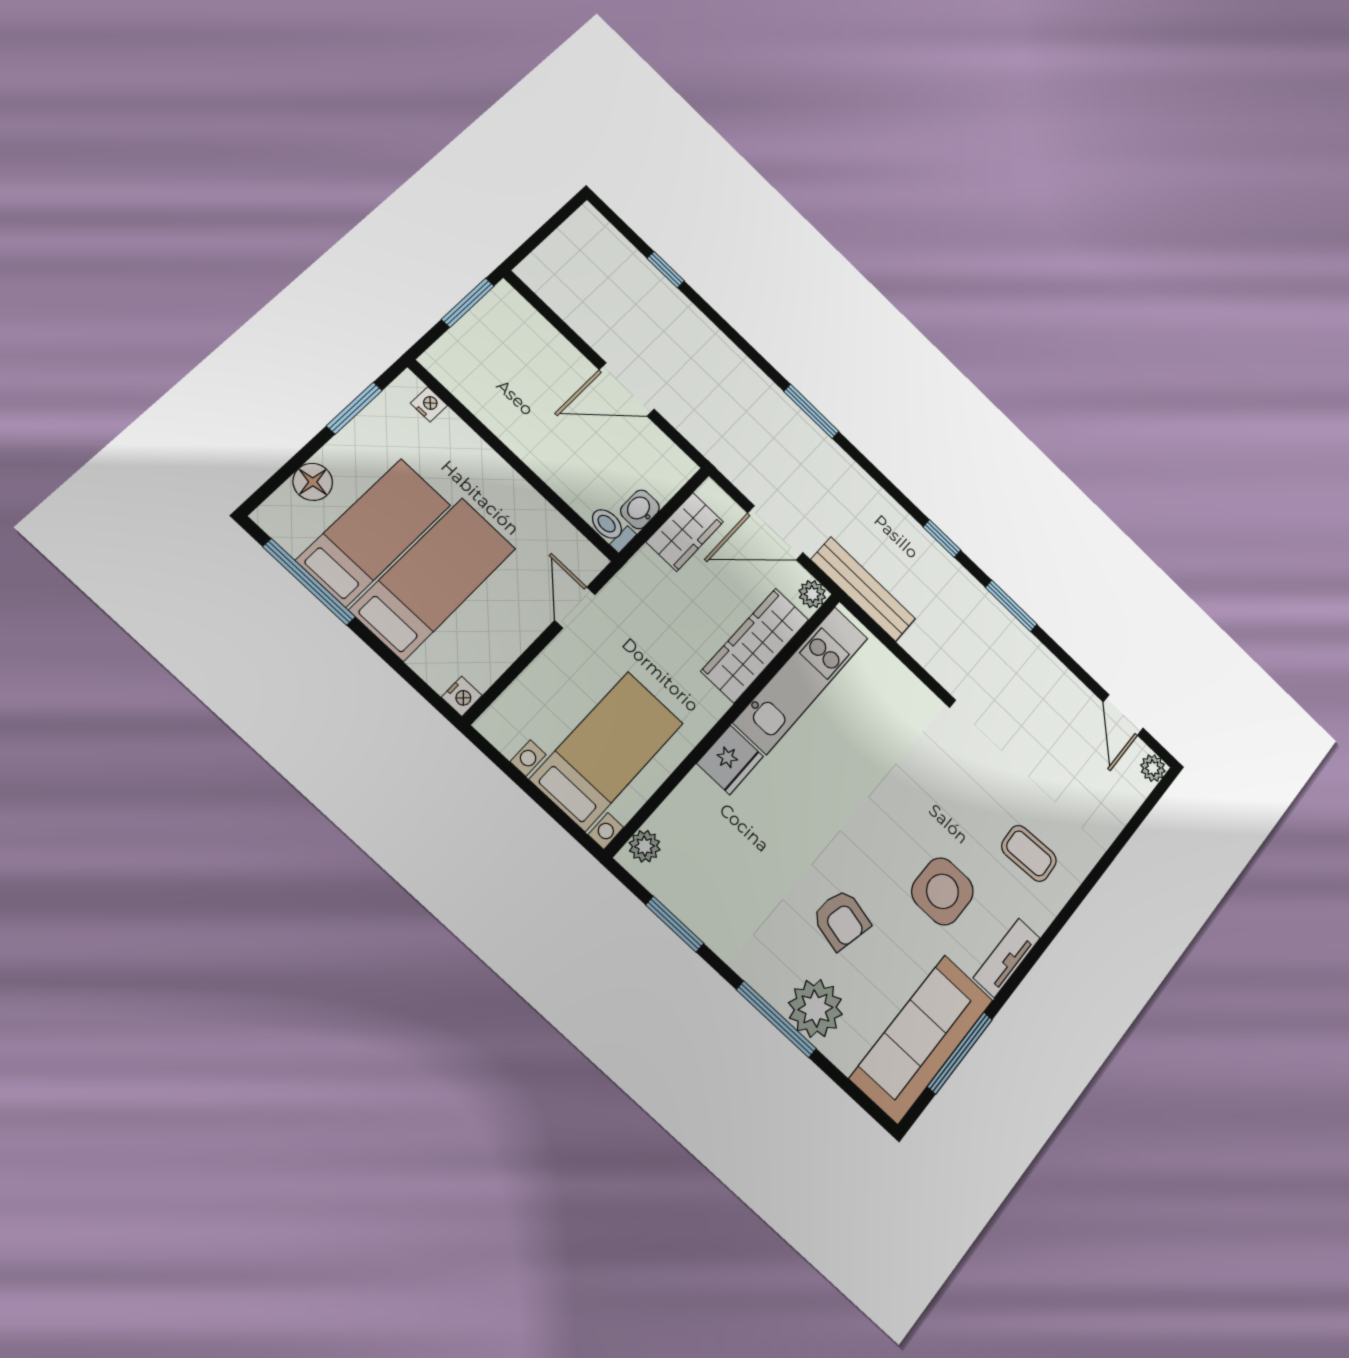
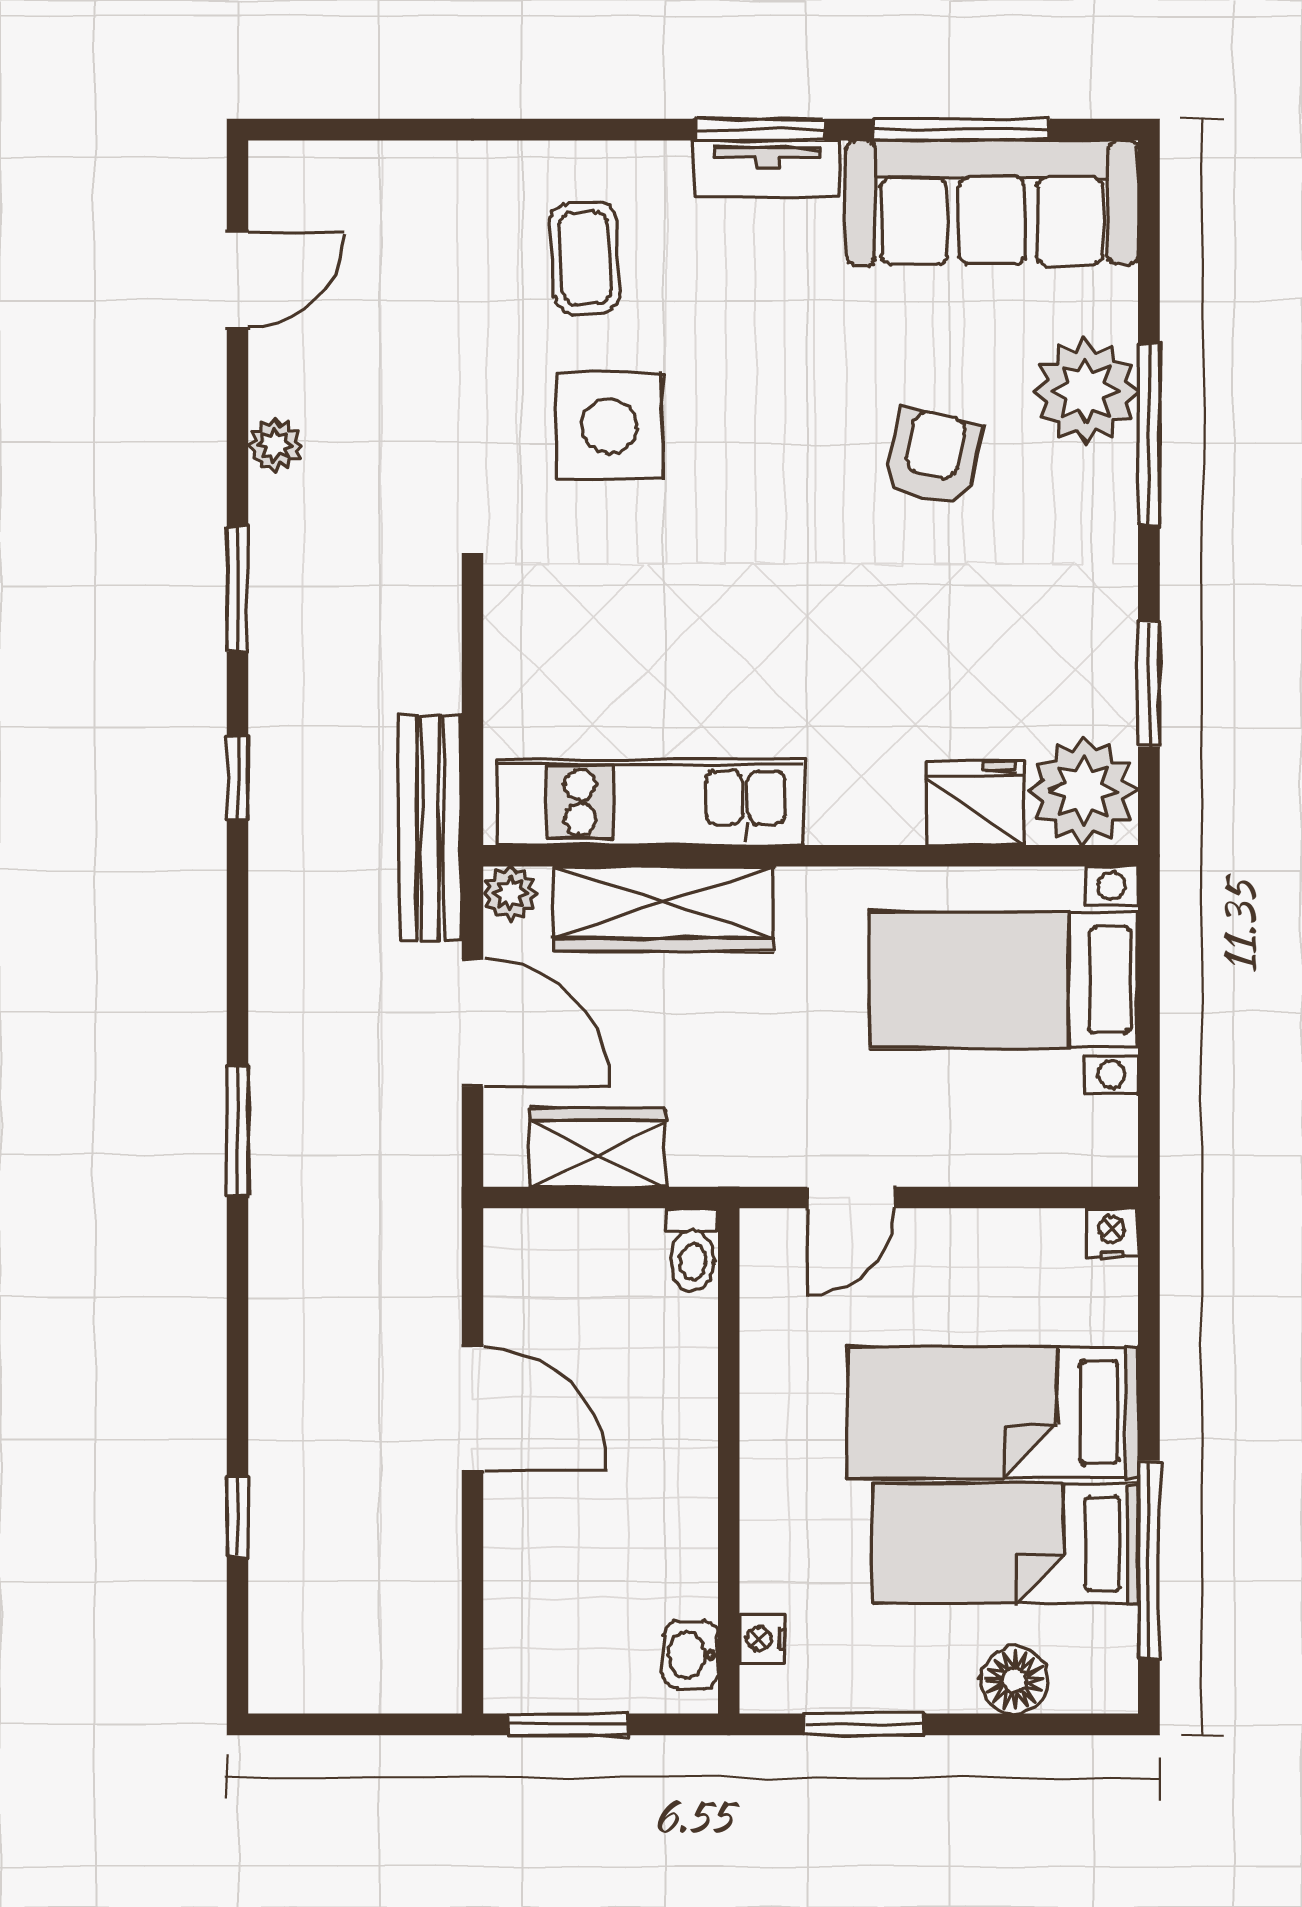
washbasin: (640, 509) -> (690, 1655), moved, turned 90
fridge: (730, 760) -> (975, 803), moved
plant: (1153, 768) -> (275, 445), moved
plant: (645, 846) -> (1083, 791), width x1.87, depth x1.87
side table: (942, 891) -> (610, 426), moved
window: (1024, 969) -> (760, 130), added

